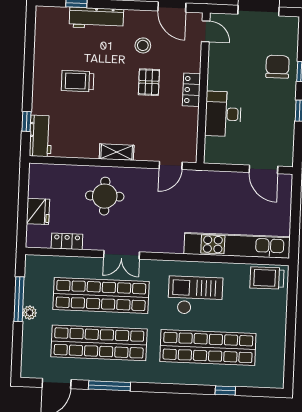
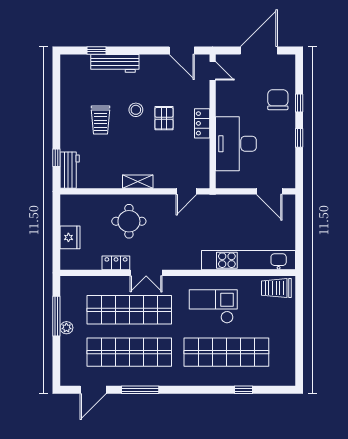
stool: (143, 45) -> (136, 110), moved
trolley: (78, 81) -> (100, 120), turned -90
desk: (223, 114) -> (236, 144), width x1.36, depth x1.30
locker: (67, 241) -> (116, 263), moved

